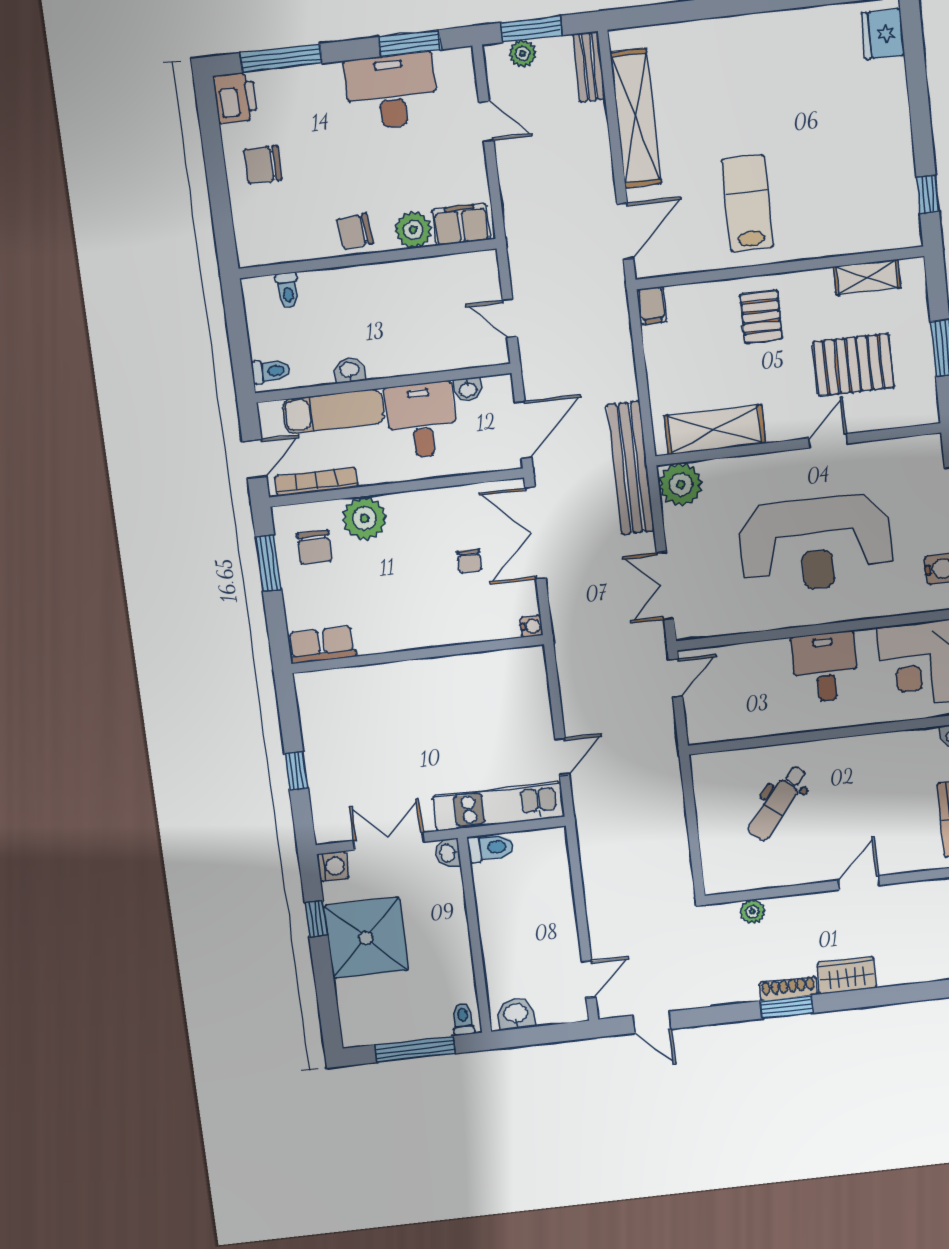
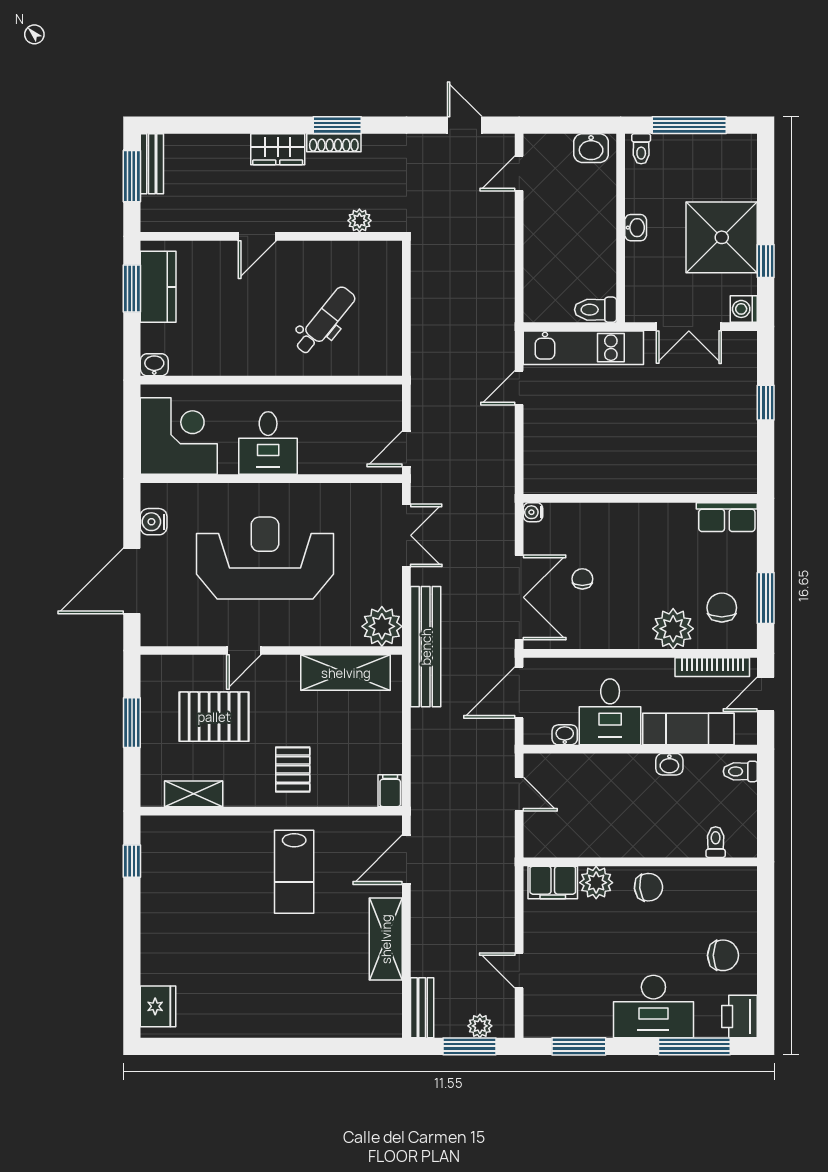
desk: (391, 91) -> (653, 1007), moved
shelving: (636, 118) -> (386, 939), width x0.68
washbasin: (448, 853) -> (636, 228), moved

